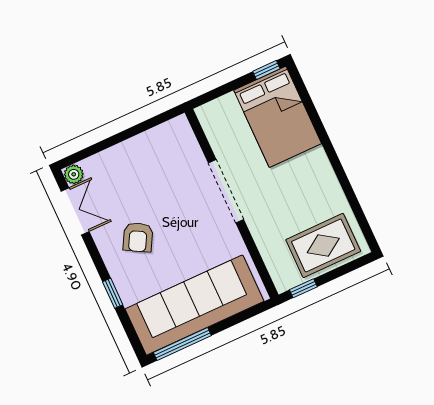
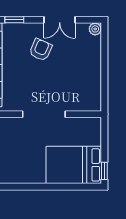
double door: (75, 211) -> (60, 20), moved
armchair: (138, 237) -> (41, 50), turned 85

